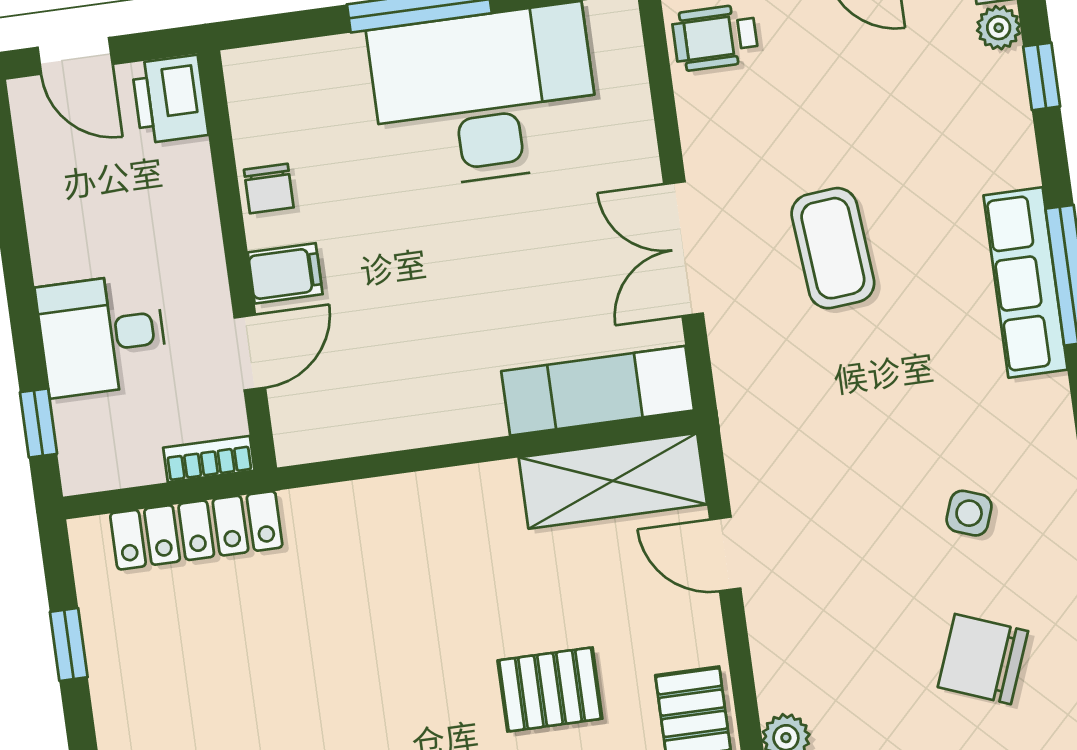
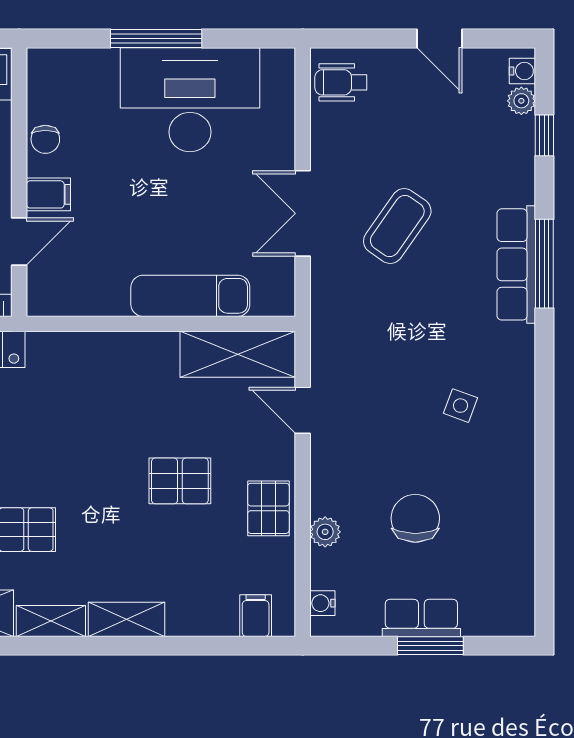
coffee table: (833, 248) -> (397, 226), turned 40
exam couch: (598, 391) -> (190, 296), moved
chair: (983, 659) -> (415, 518), moved, turned 69

